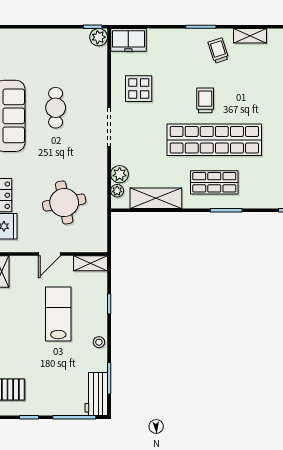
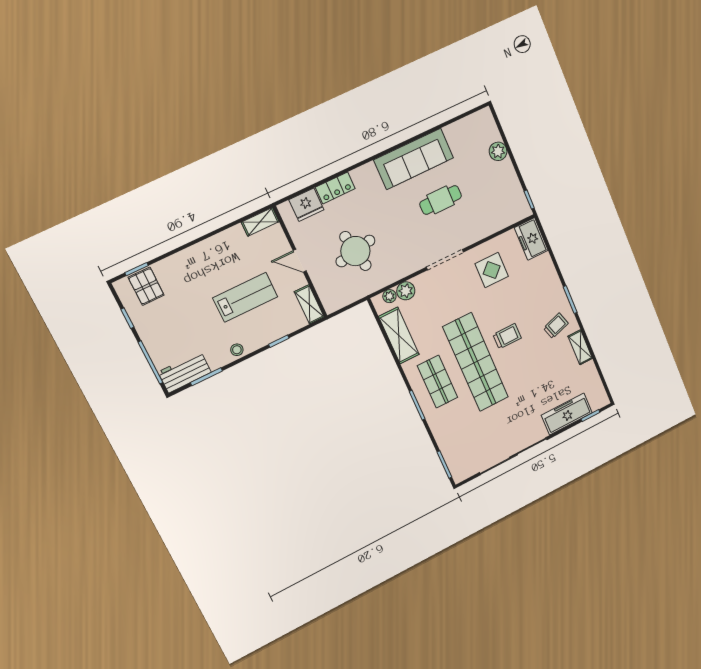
plant: (99, 37) -> (498, 151), moved

